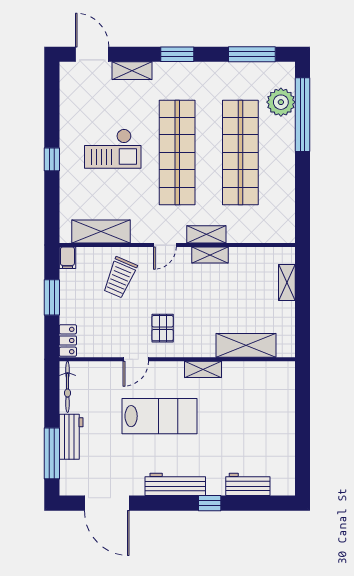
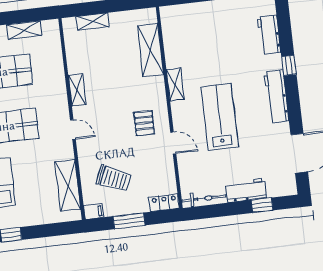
shelving: (206, 234) -> (24, 30), moved, turned 90
trolley: (120, 277) -> (113, 179), moved
pallet: (163, 328) -> (144, 123), turned 90
window: (52, 453) -> (262, 205), width x0.46

